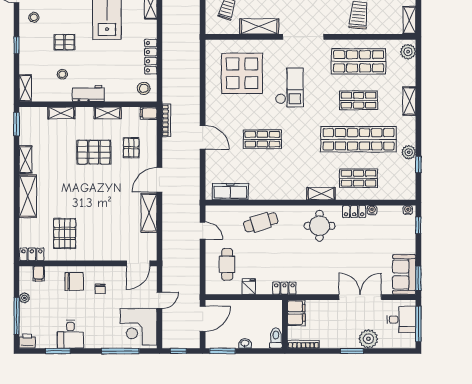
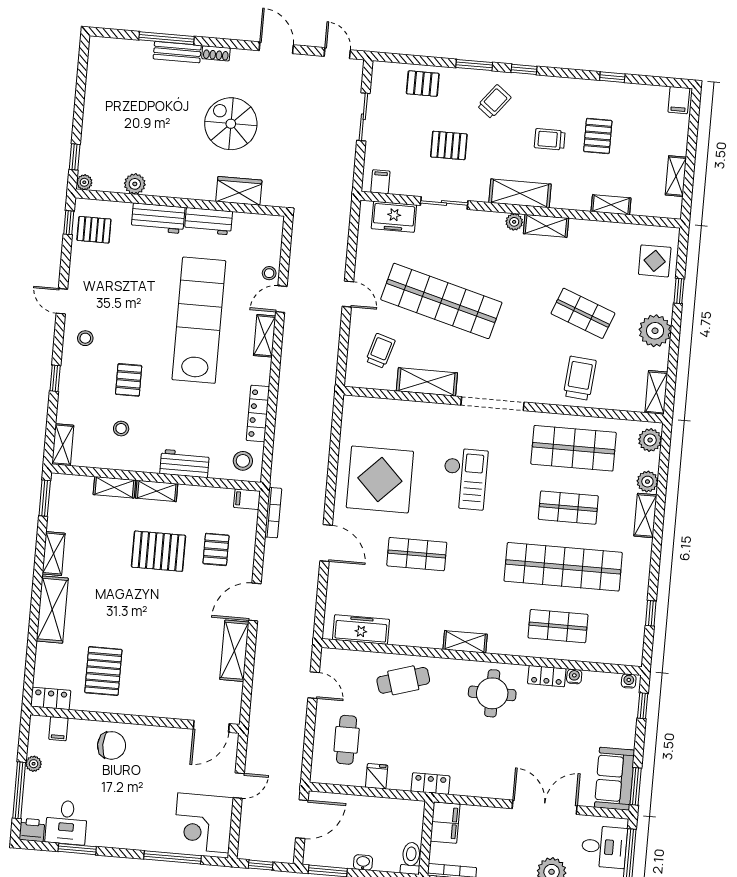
pallet: (65, 42) -> (129, 380), turned 90
display table: (242, 73) -> (380, 479), moved
workbench: (88, 93) -> (185, 464), moved
shelving: (108, 113) -> (157, 491), moved
plant: (409, 152) -> (647, 482), moved
shelving: (321, 194) -> (465, 642), moved
chair: (100, 289) -> (150, 760), removed
desk: (70, 334) -> (66, 822), moved

